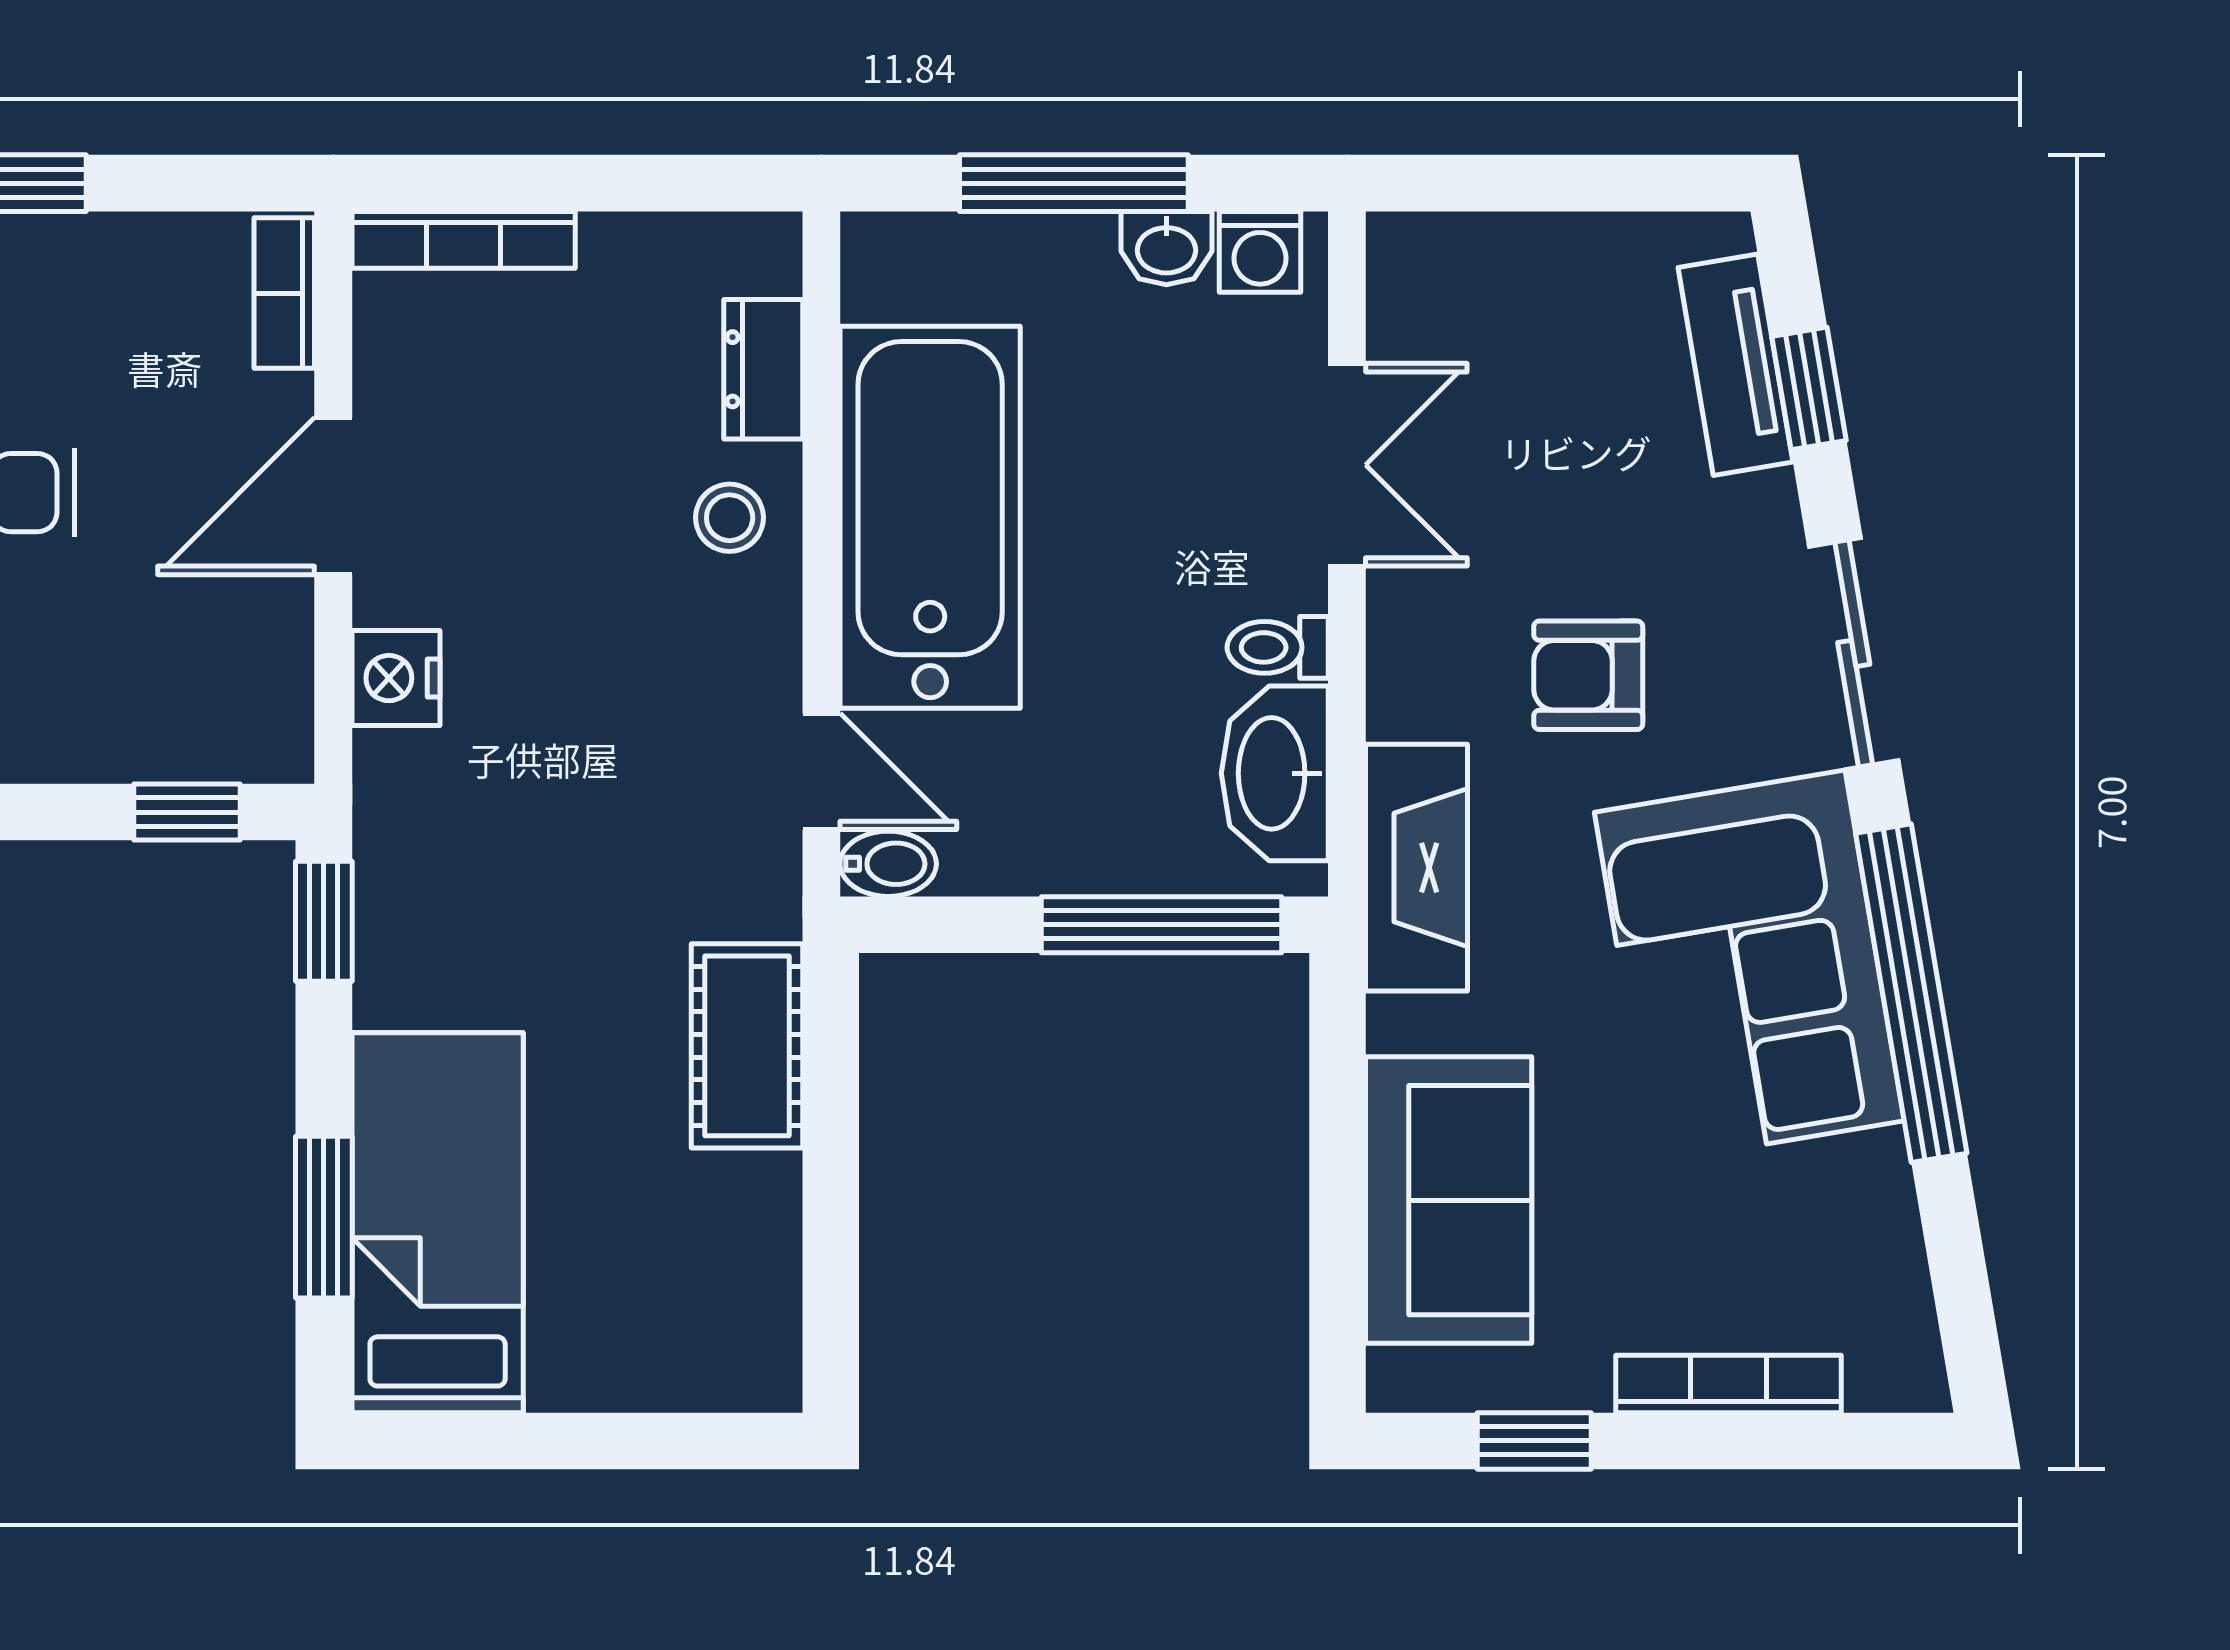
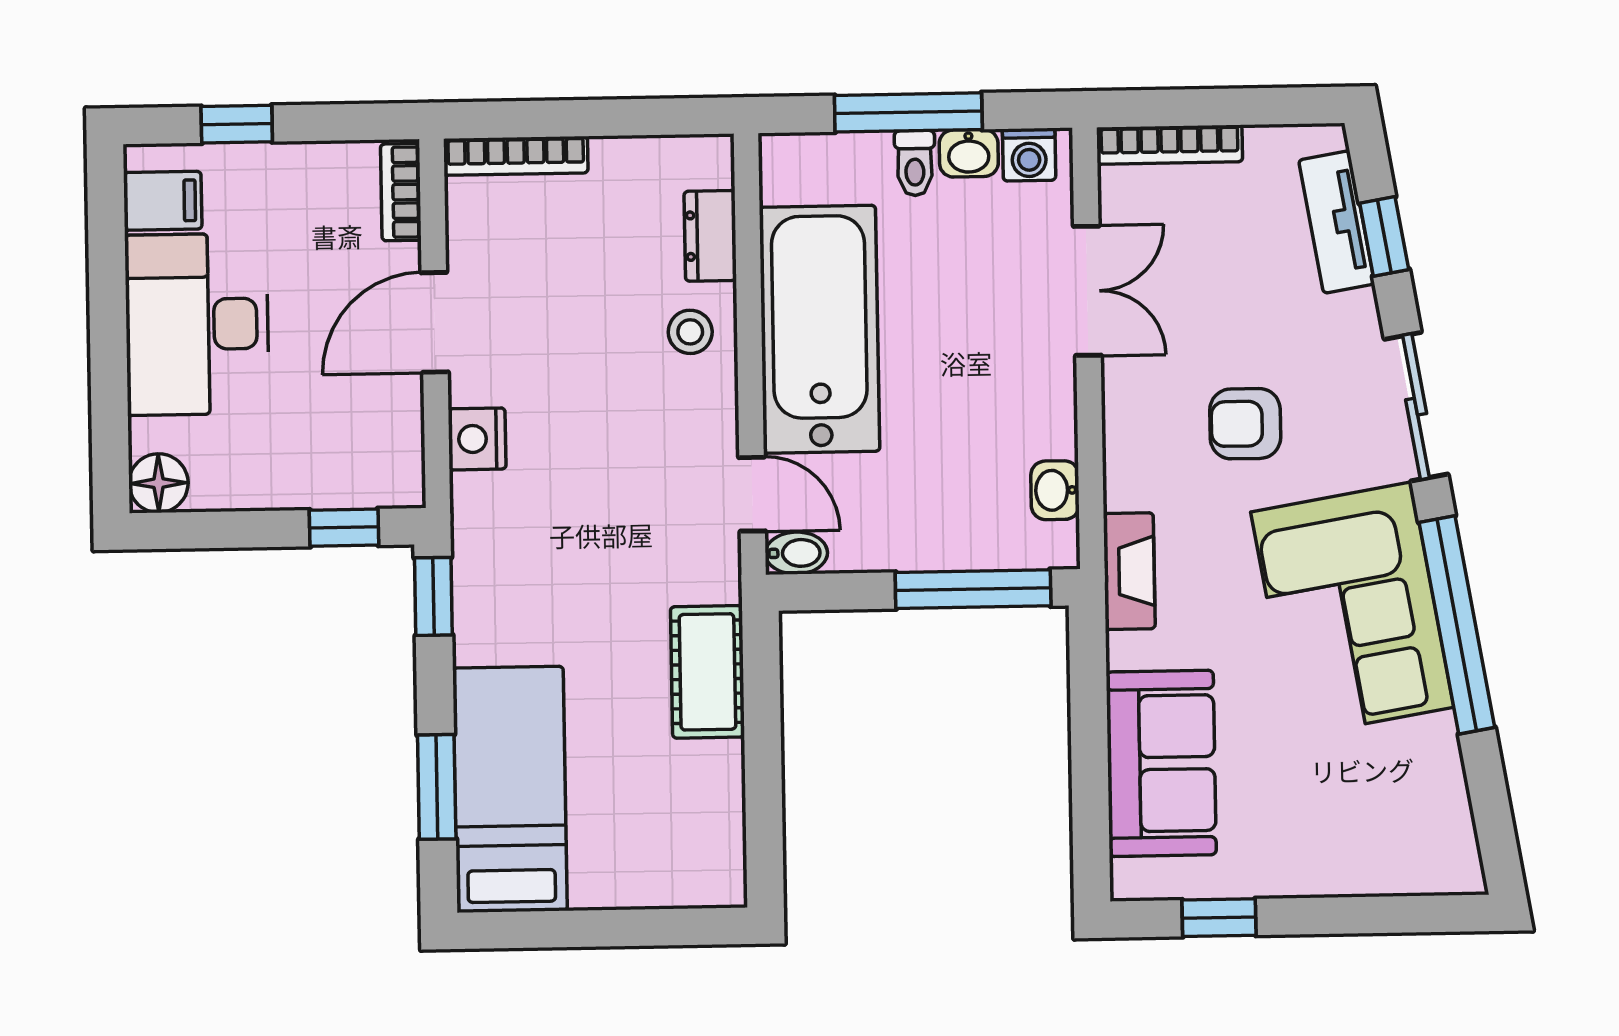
toilet: (1278, 647) -> (915, 163), moved, turned -90
washbasin: (1275, 773) -> (1055, 490), width x0.52, depth x0.69
fireplace: (1417, 868) -> (1129, 571), width x0.73, depth x0.76
bookcase: (1729, 1384) -> (1170, 145), moved, turned 180

